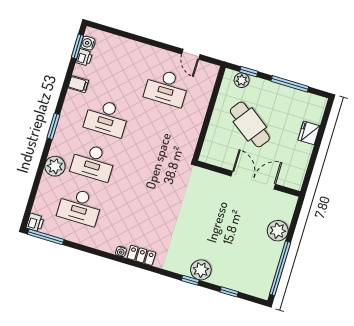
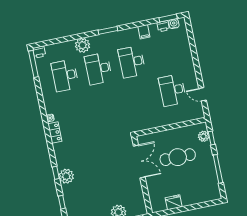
door: (191, 54) -> (203, 94), hinge flipped
cafe table: (250, 124) -> (178, 157), turned 54
fridge: (309, 133) -> (174, 202), moved
double door: (253, 180) -> (139, 162), moved

